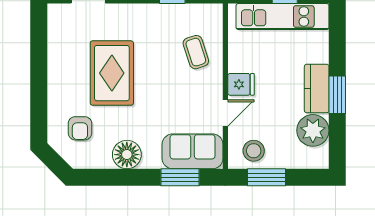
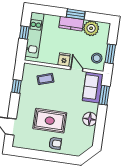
armchair: (80, 128) -> (55, 143), moved

